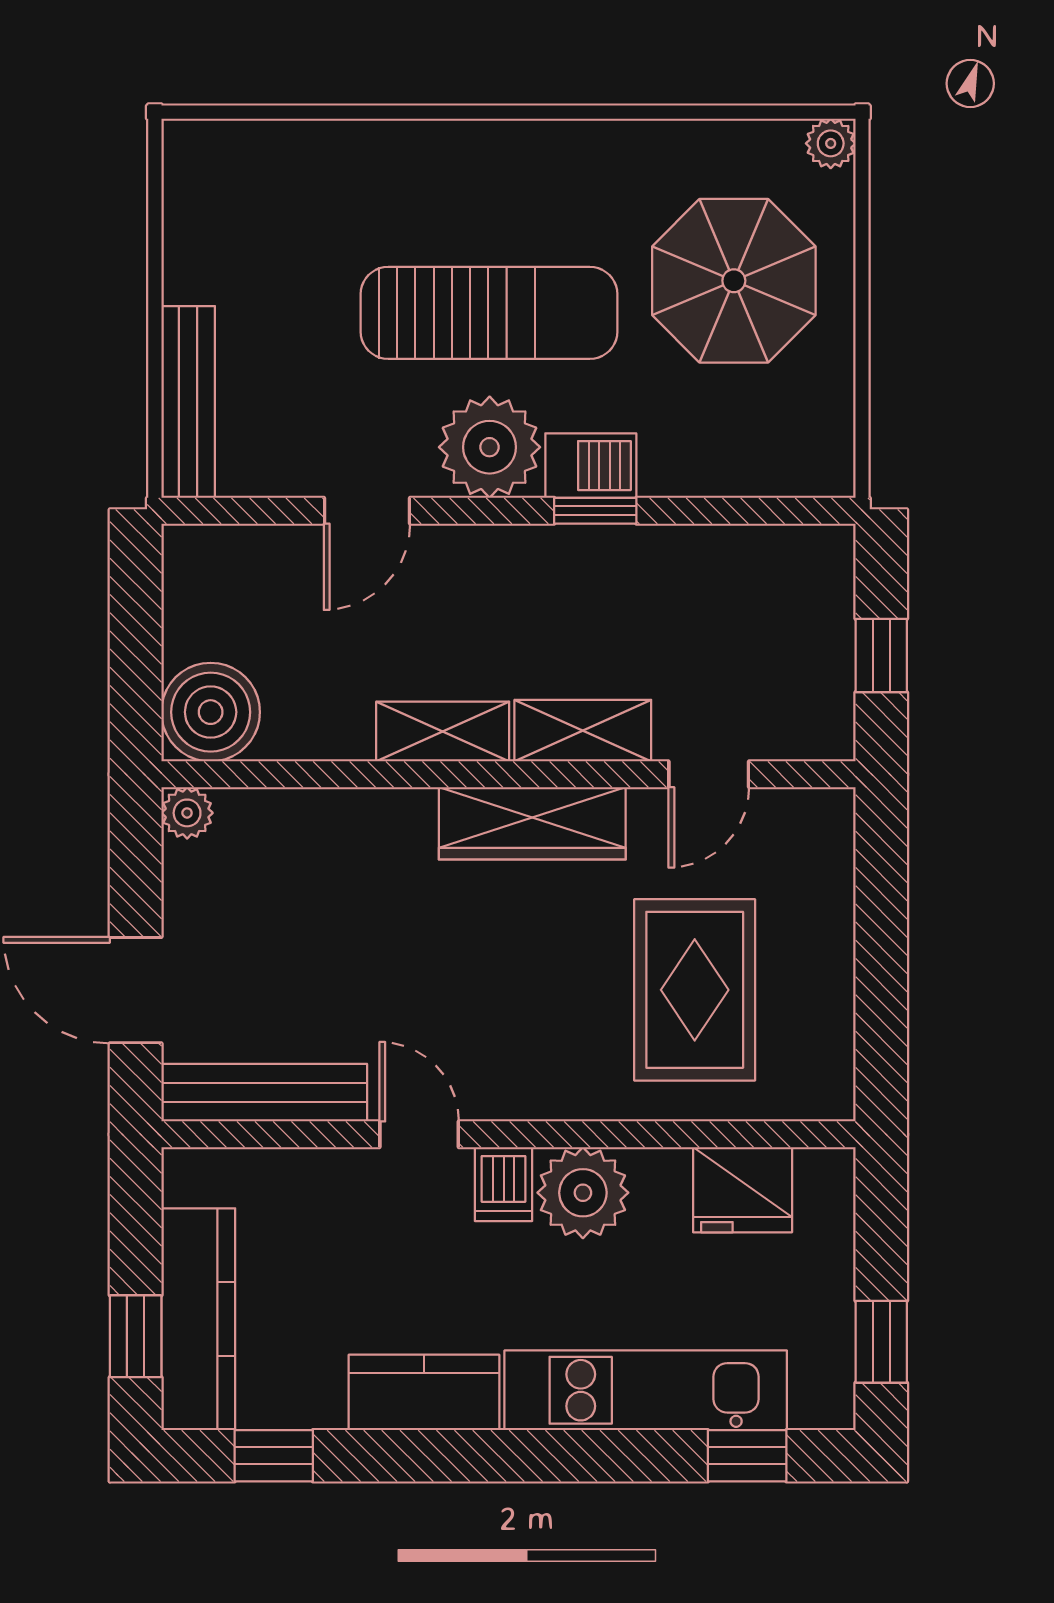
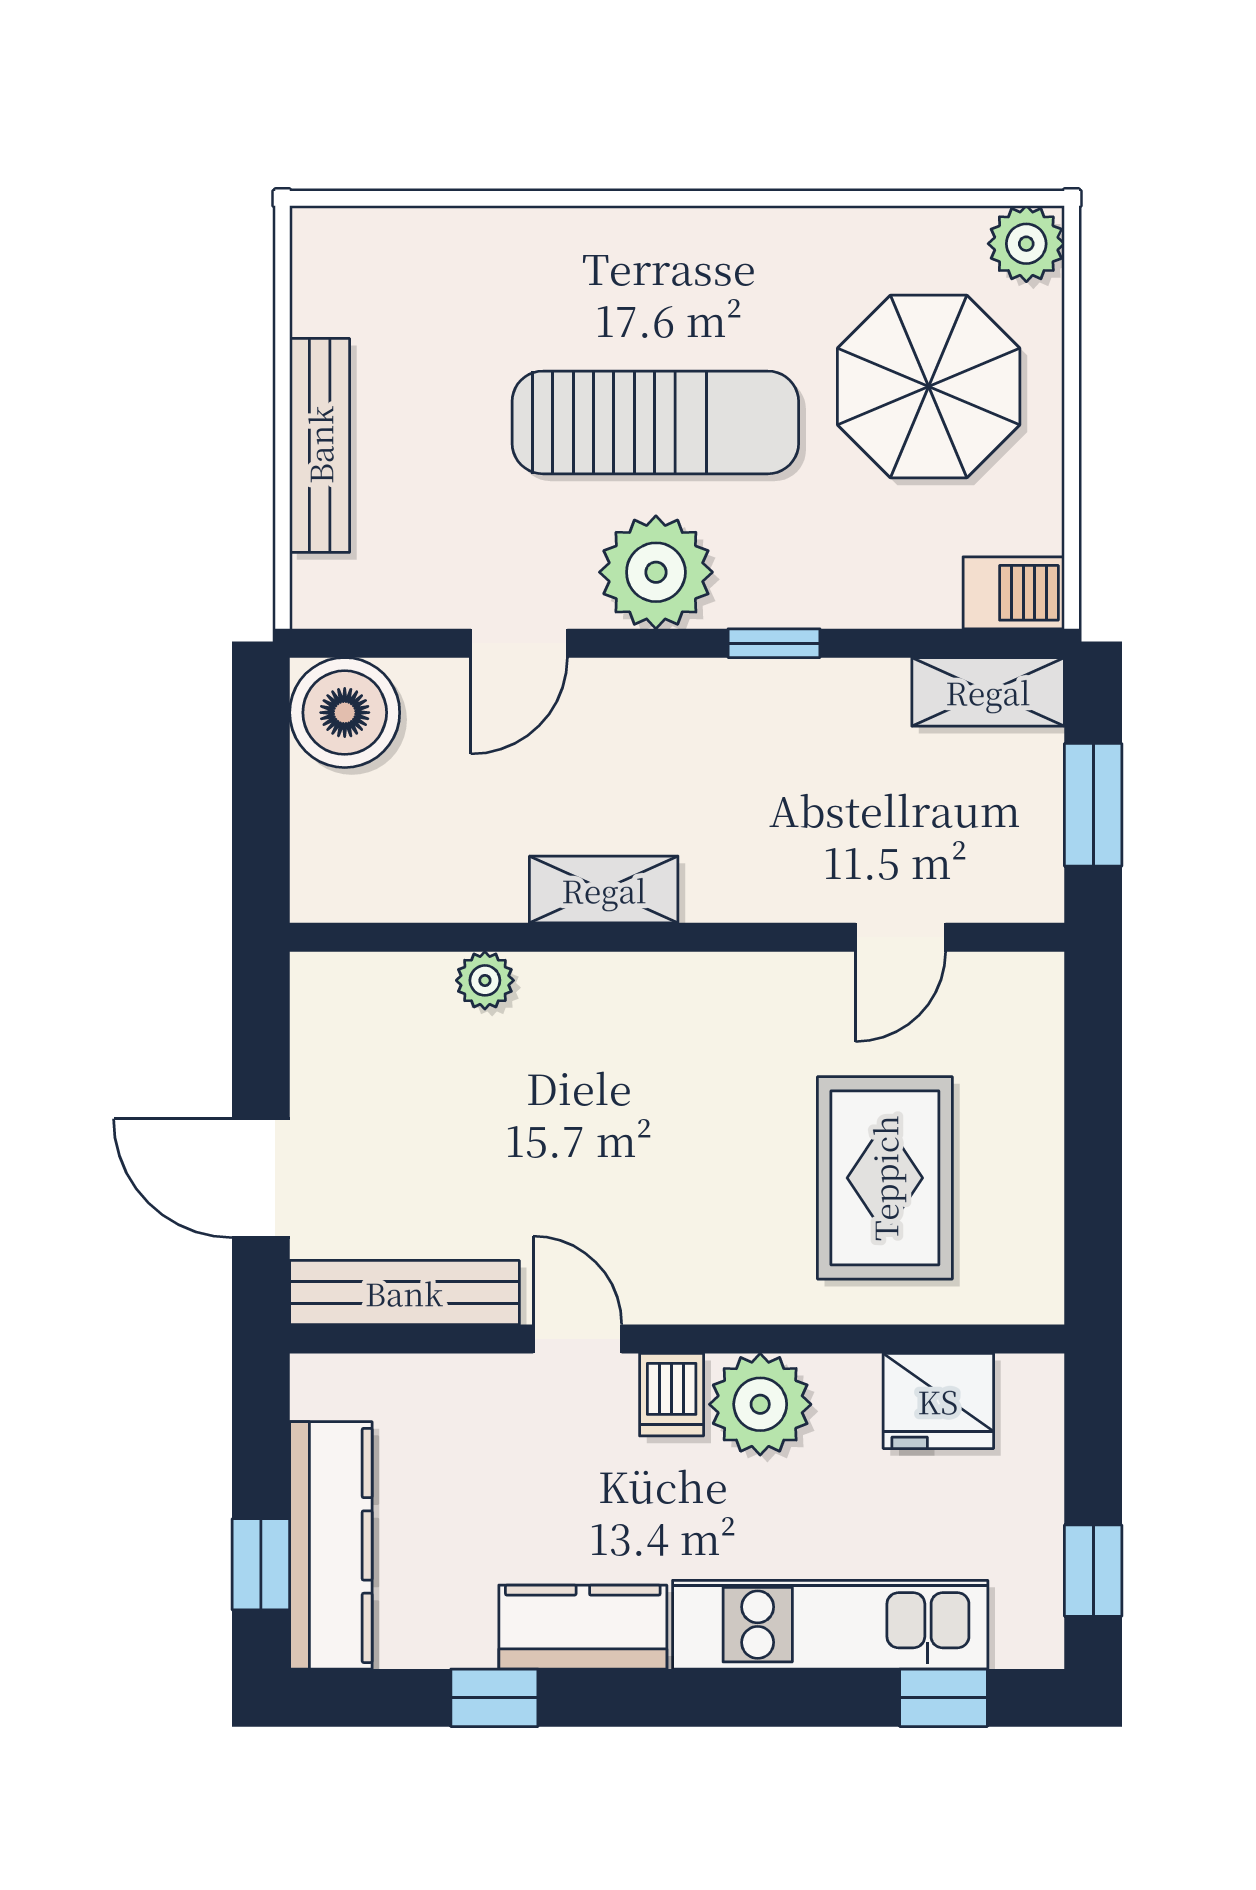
plant: (831, 143) -> (1026, 244), width x1.38, depth x1.38
bench: (188, 402) -> (320, 445), moved
barbecue: (591, 466) -> (1014, 593), moved
window: (881, 656) -> (1093, 805), width x1.50
boiler: (211, 712) -> (345, 713), moved
shelving: (583, 731) -> (988, 692), moved
plant: (187, 813) -> (485, 980), moved
wardrobe: (532, 823) -> (704, 992), removed
window: (274, 1456) -> (494, 1698), moved

